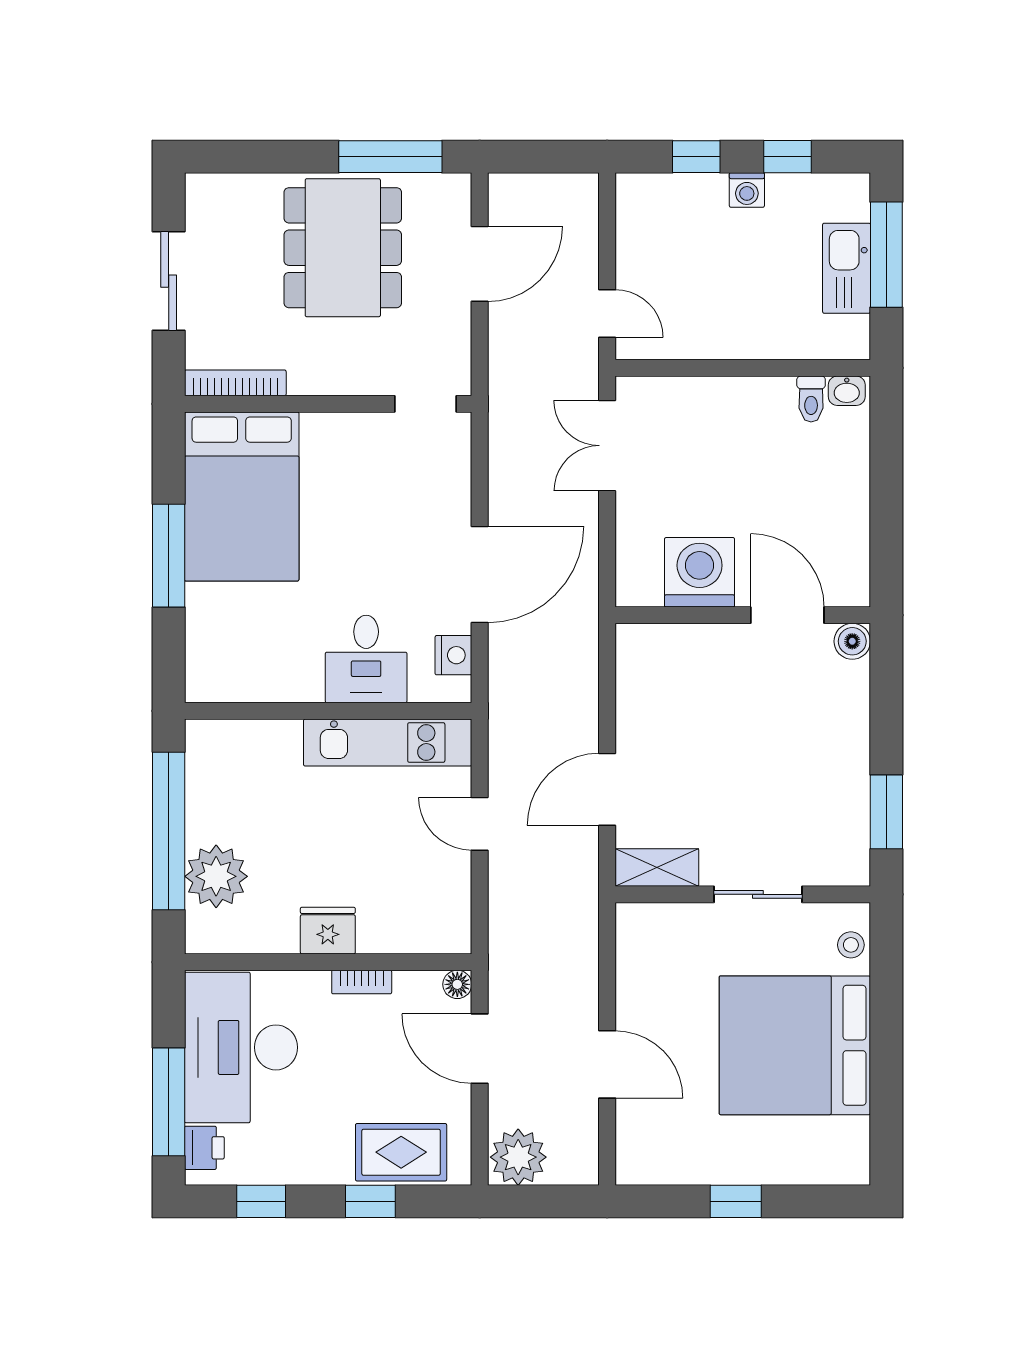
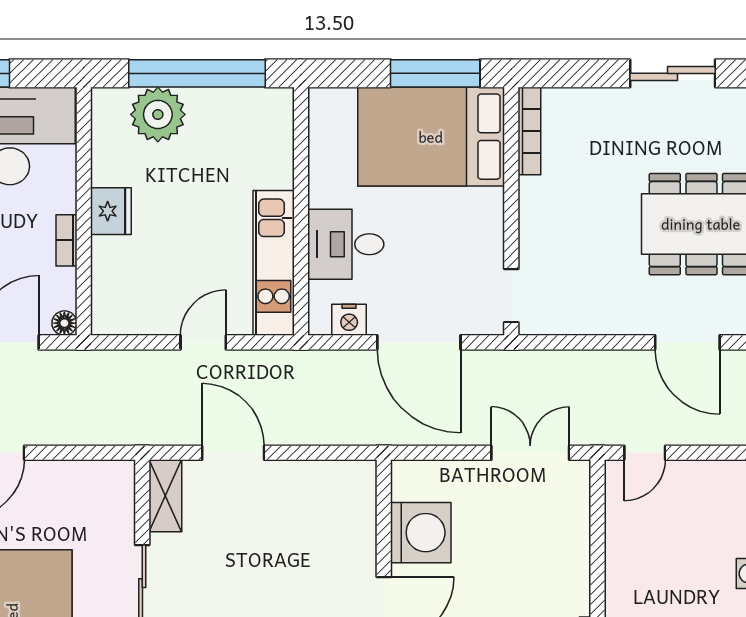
bookcase: (235, 383) -> (529, 131), moved
wall: (328, 404) -> (511, 211), moved
doorway: (426, 404) -> (511, 296), moved
bed: (242, 496) -> (431, 137), moved

